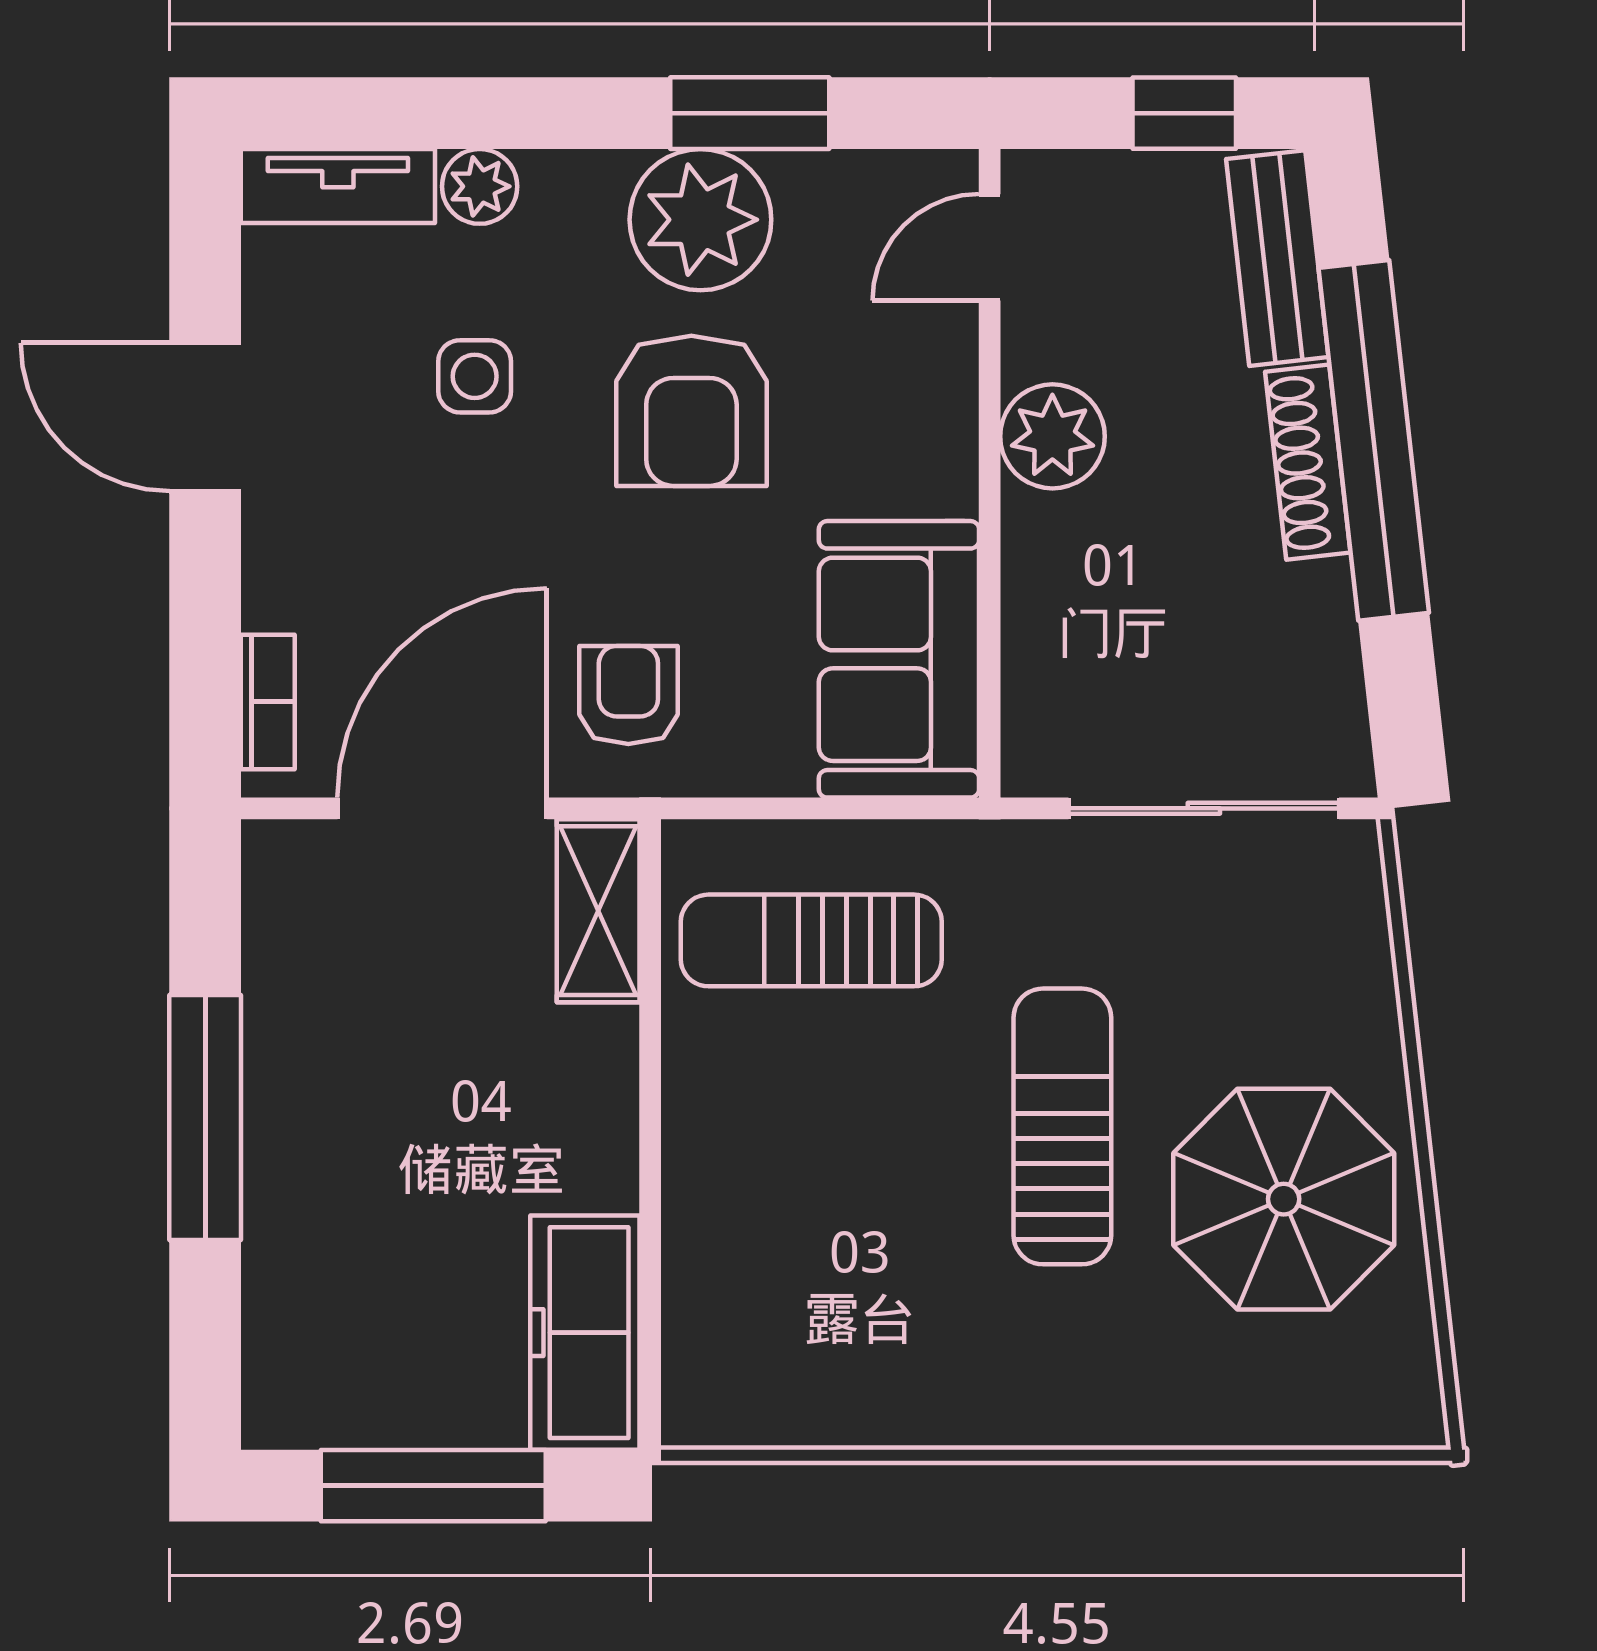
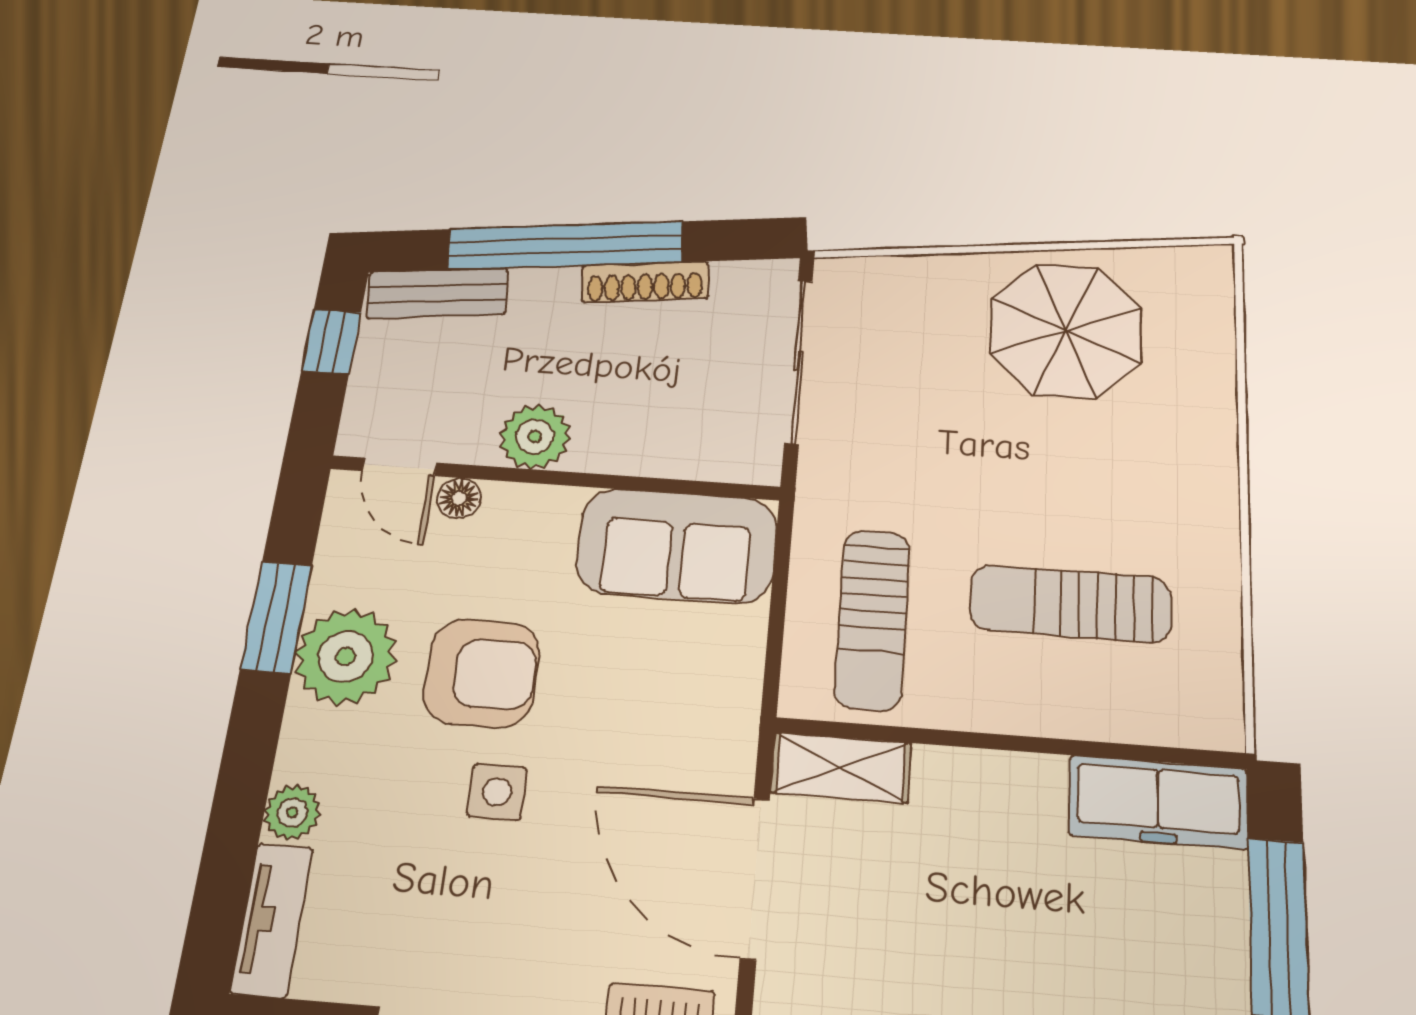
floor lamp: (948, 341) -> (459, 498), added
side table: (475, 376) -> (497, 792), moved
shoe rack: (1308, 462) -> (645, 282), moved
armchair: (628, 695) -> (683, 733), removed
sun lounger: (1062, 1126) -> (1070, 603), moved

